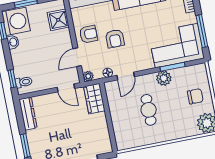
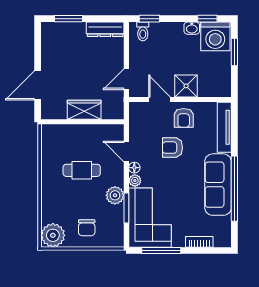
shower: (58, 20) -> (186, 86), moved
floor lamp: (108, 73) -> (134, 168), moved
plant: (88, 76) -> (135, 180), moved
wardrobe: (94, 99) -> (84, 110), moved

